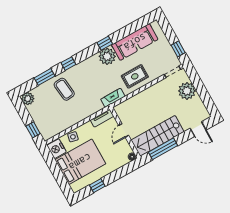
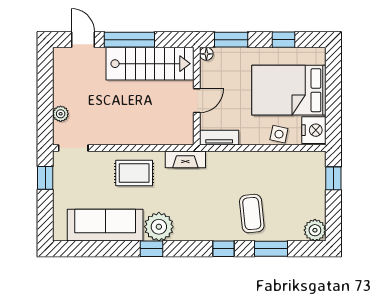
plant: (187, 91) -> (61, 114), width x0.53, depth x0.53
window: (163, 149) -> (129, 40), moved
window: (124, 171) -> (231, 40), added

